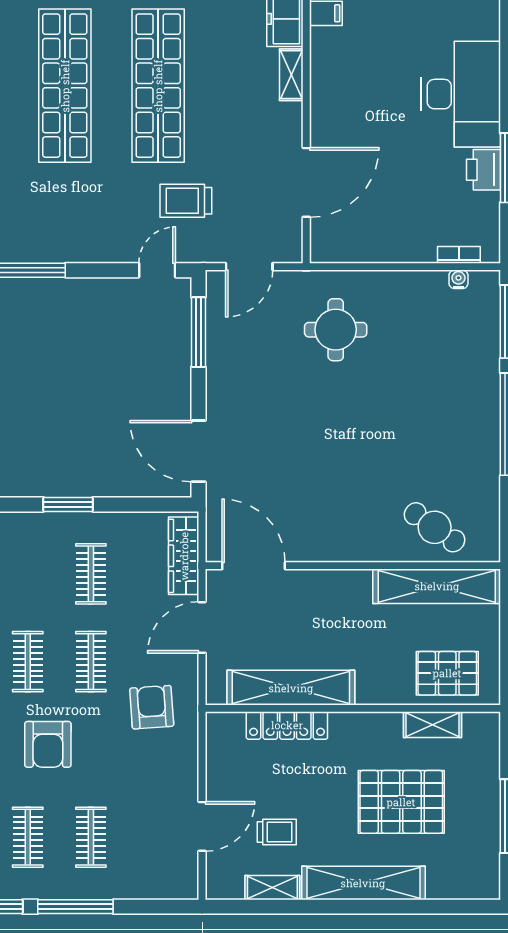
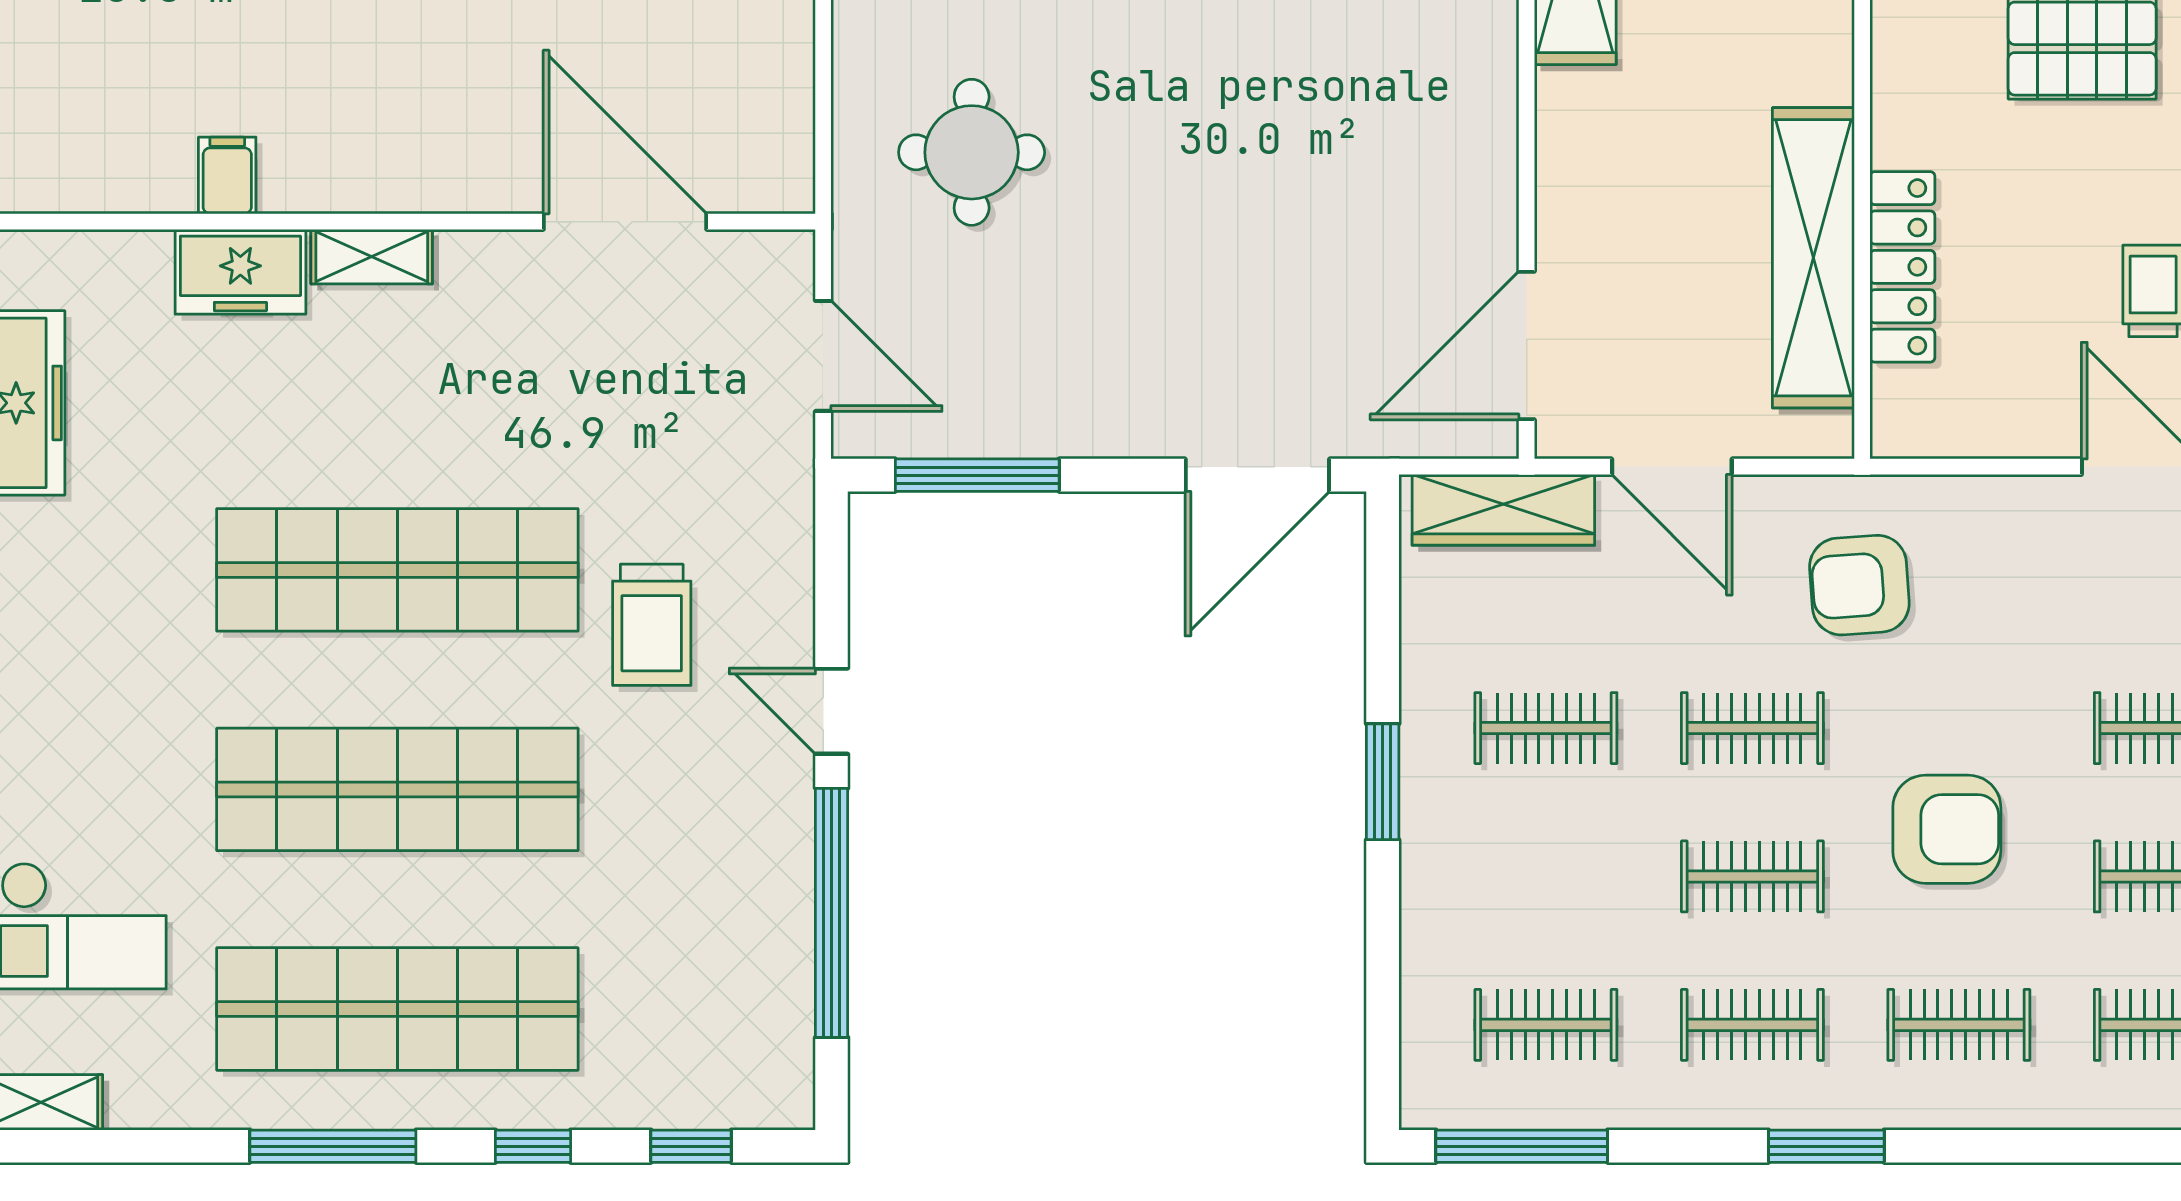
trolley: (186, 201) -> (652, 625), moved
door: (157, 270) -> (832, 711), moved

